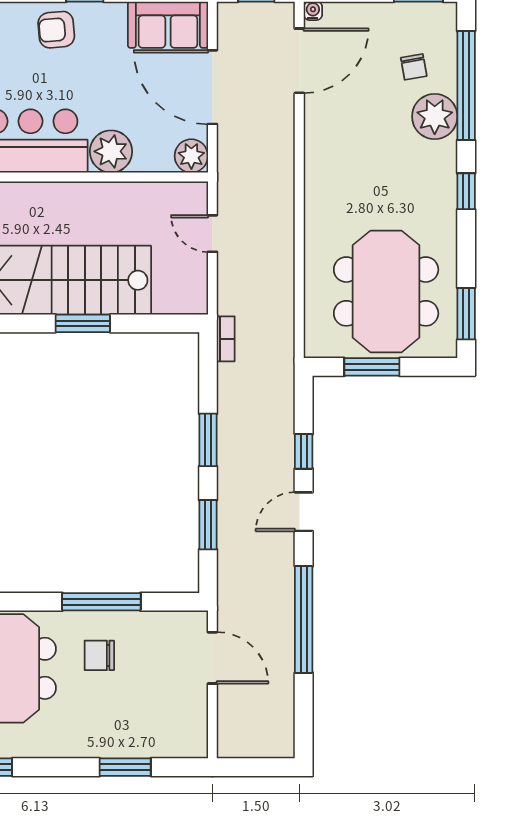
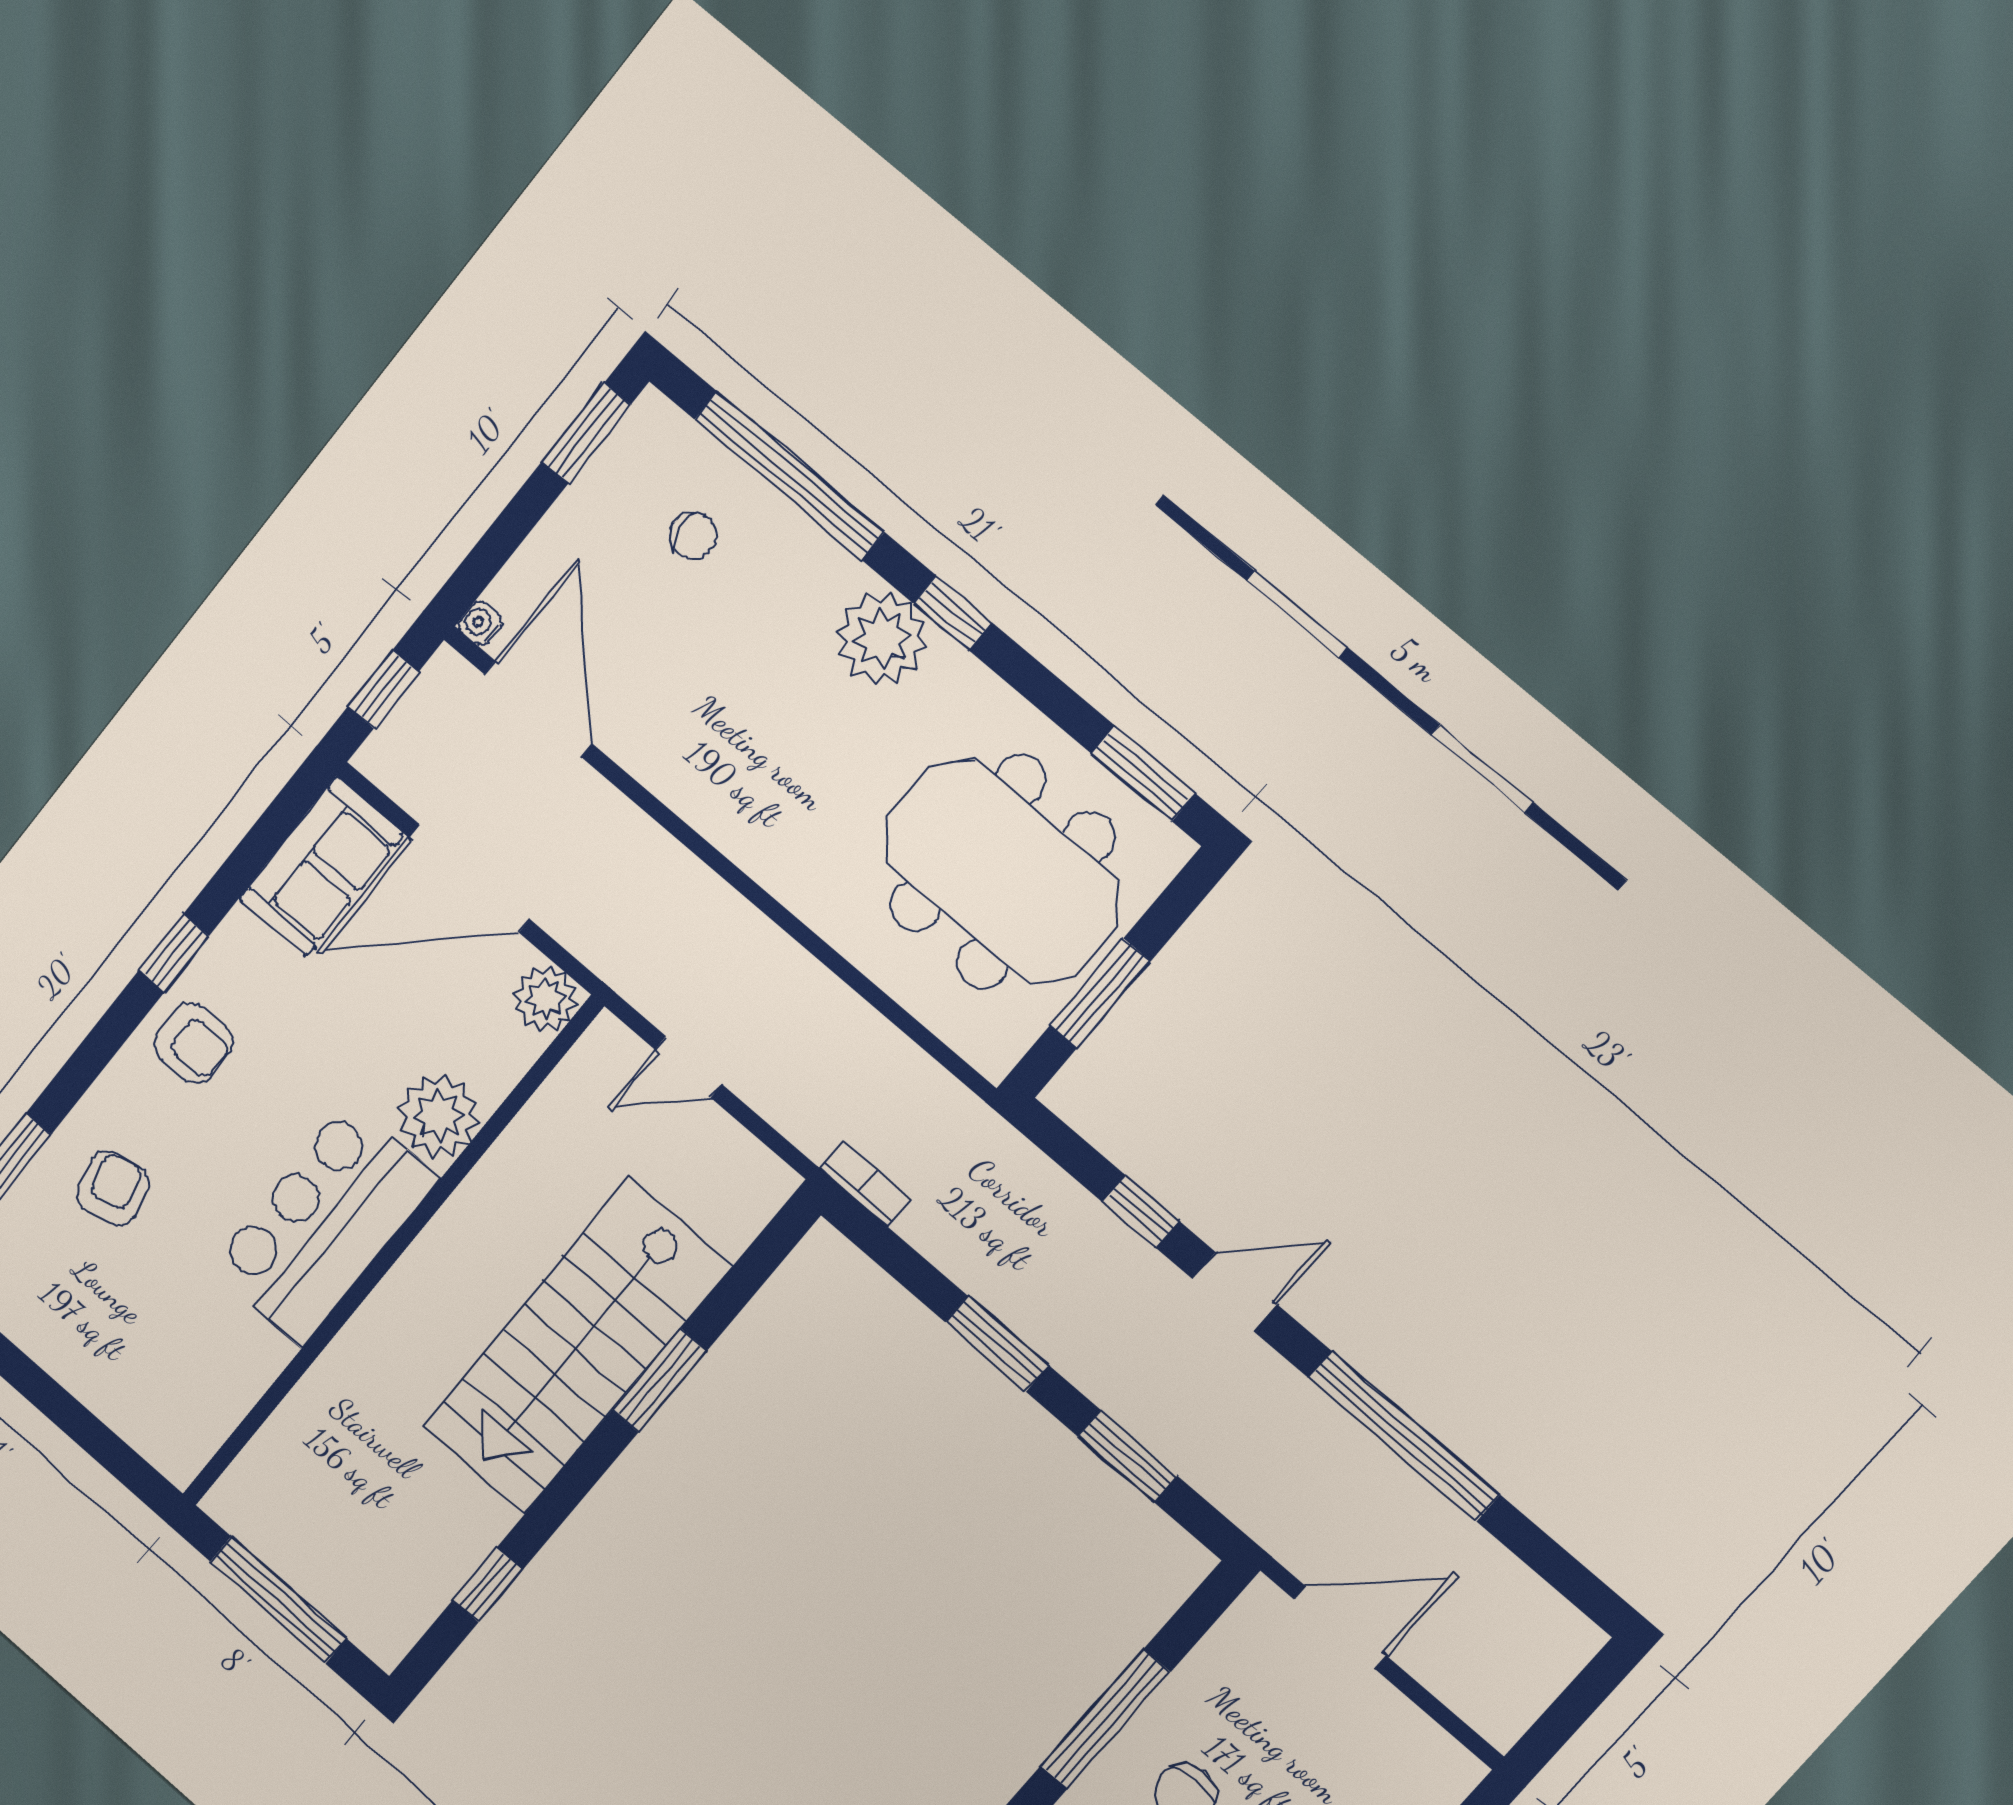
armchair: (56, 30) -> (193, 1043), turned -85
plant: (435, 116) -> (882, 639), moved
door: (304, 512) -> (1235, 1292), swing flipped

